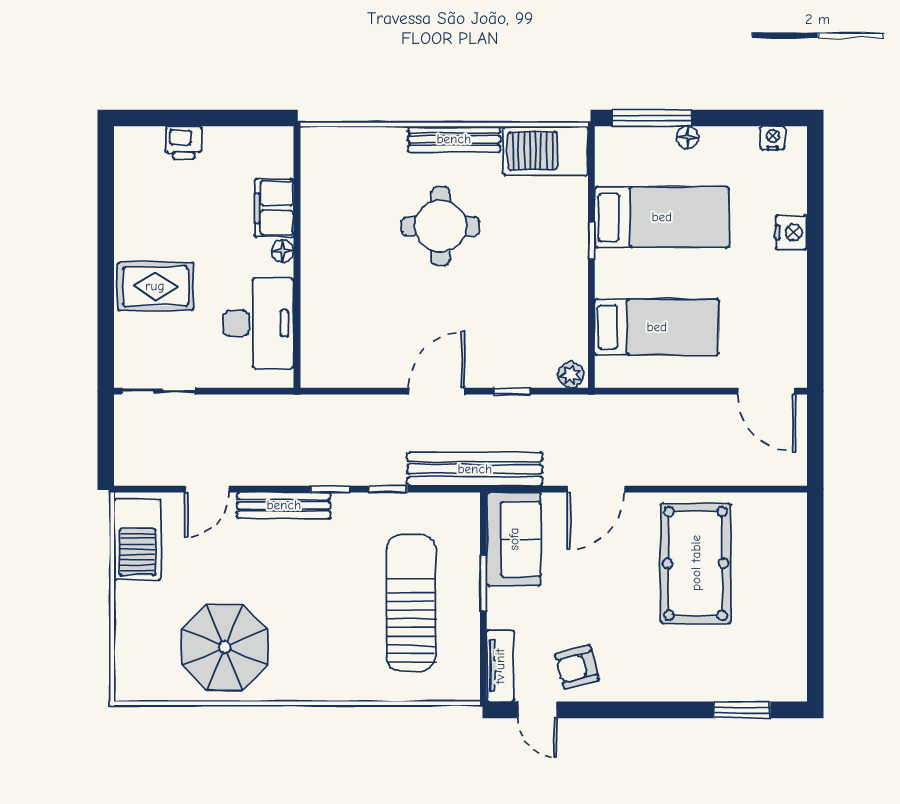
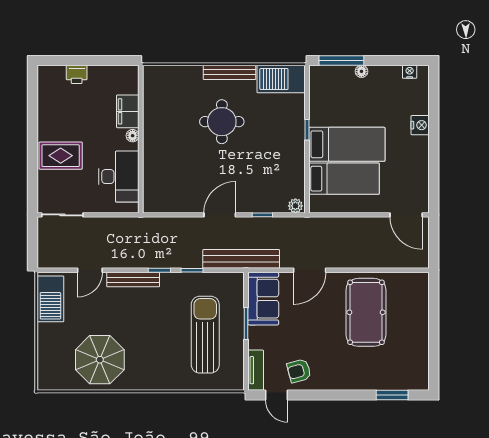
bed: (662, 217) -> (347, 144), moved

